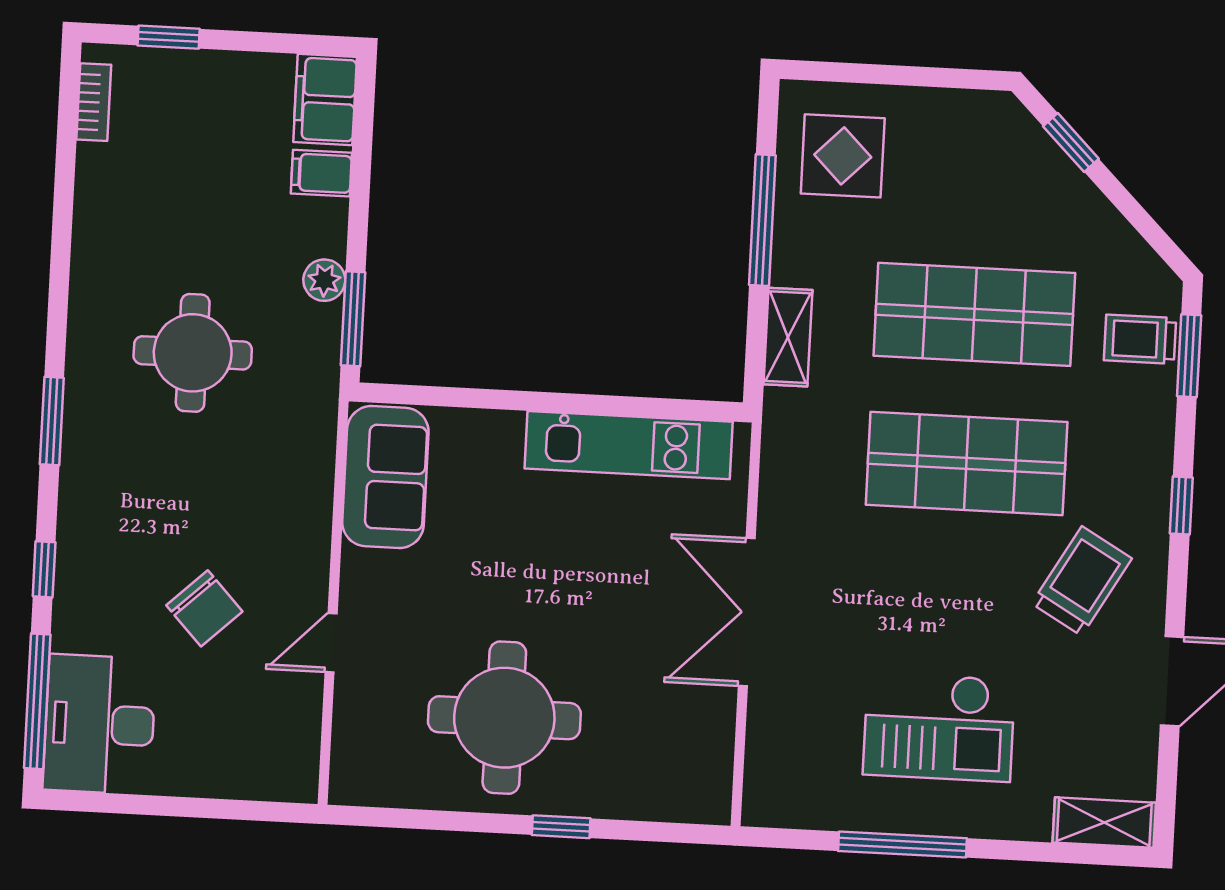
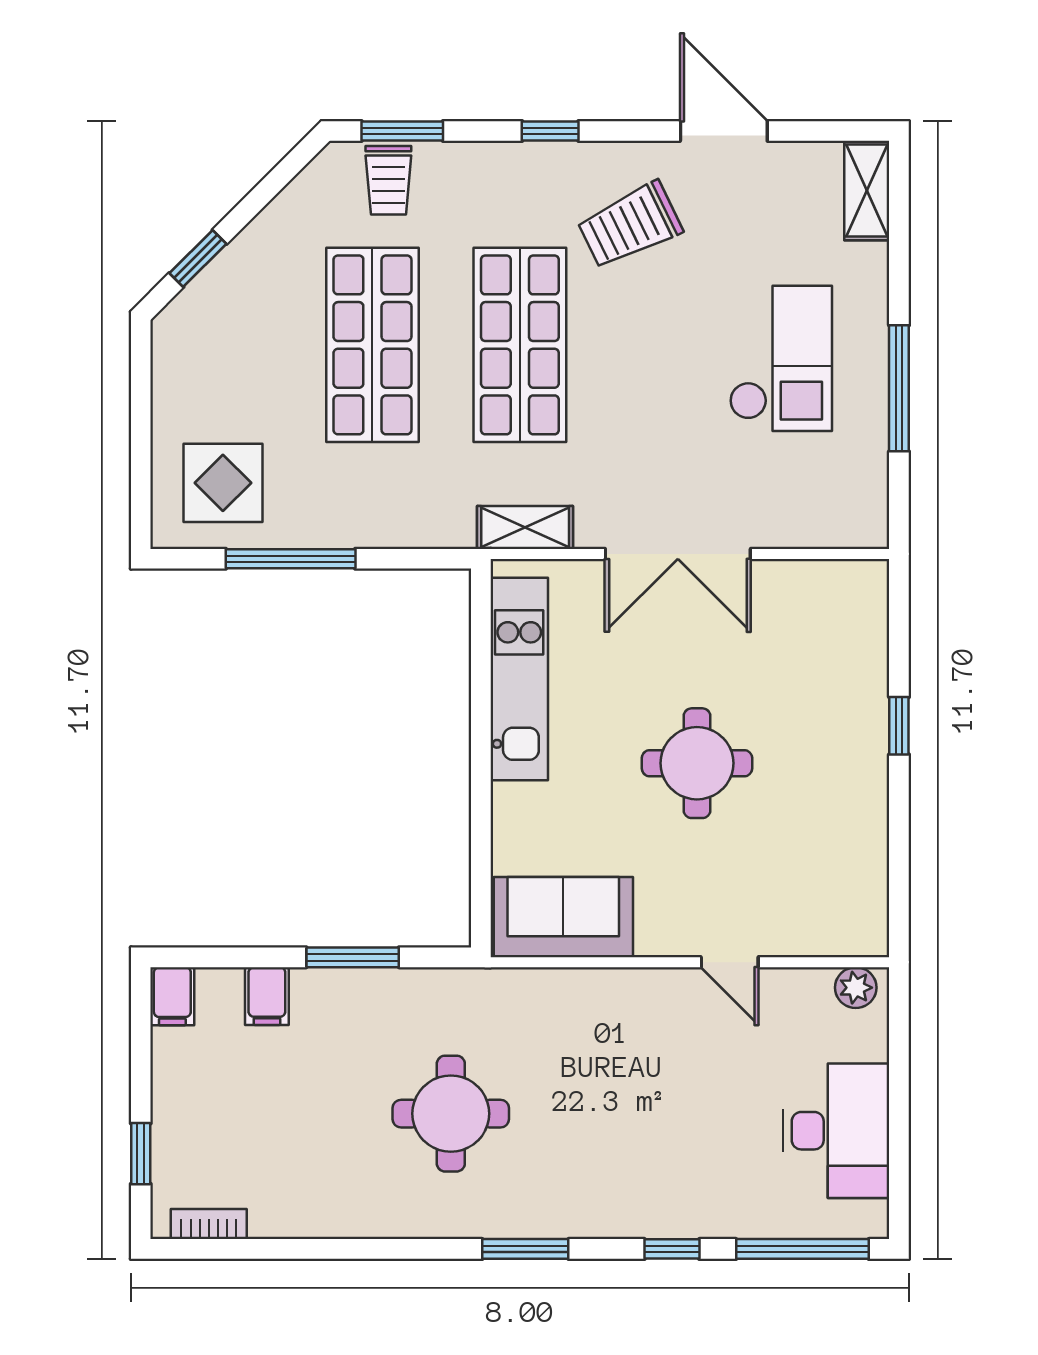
filing cabinet: (325, 99) -> (172, 996), width x0.50
plant: (324, 280) -> (856, 988), moved
window: (353, 319) -> (353, 957), moved
shelving: (788, 337) -> (525, 527), moved
trolley: (1082, 581) -> (630, 225), turned -56
chair: (204, 608) -> (702, 1089), removed
round table: (504, 718) -> (697, 763), moved, width x0.73, depth x0.73
desk: (100, 724) -> (836, 1131), moved, turned -90

